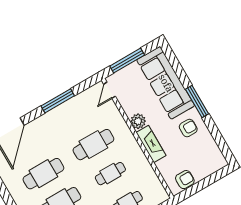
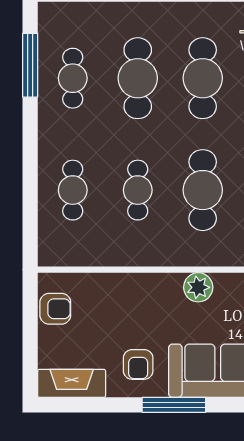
fireplace: (151, 144) -> (72, 383), moved, turned 180
armchair: (185, 180) -> (55, 309), turned -90

